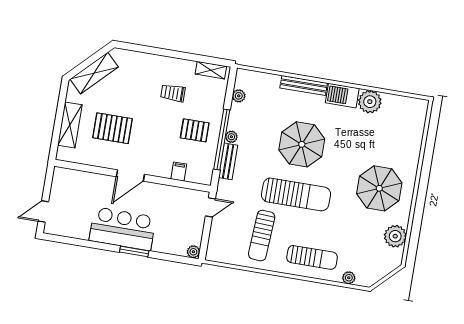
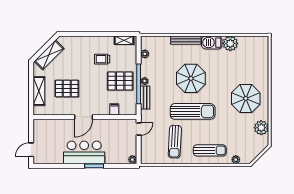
pallet: (195, 130) -> (120, 81), width x1.50, depth x1.42

